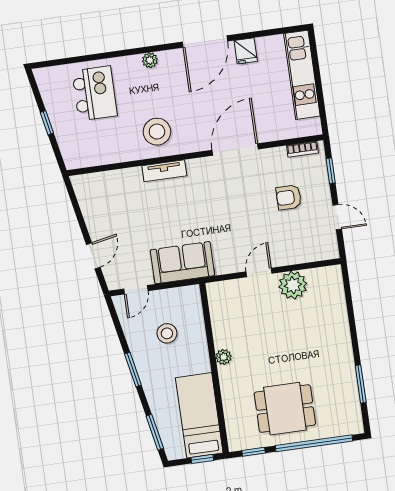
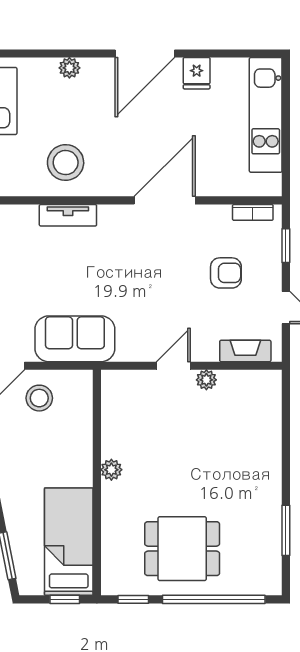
armchair: (289, 197) -> (226, 273), turned 180
fireplace: (311, 254) -> (245, 351), added
plant: (293, 285) -> (206, 380), width x0.53, depth x0.53
stool: (167, 333) -> (39, 398), moved

